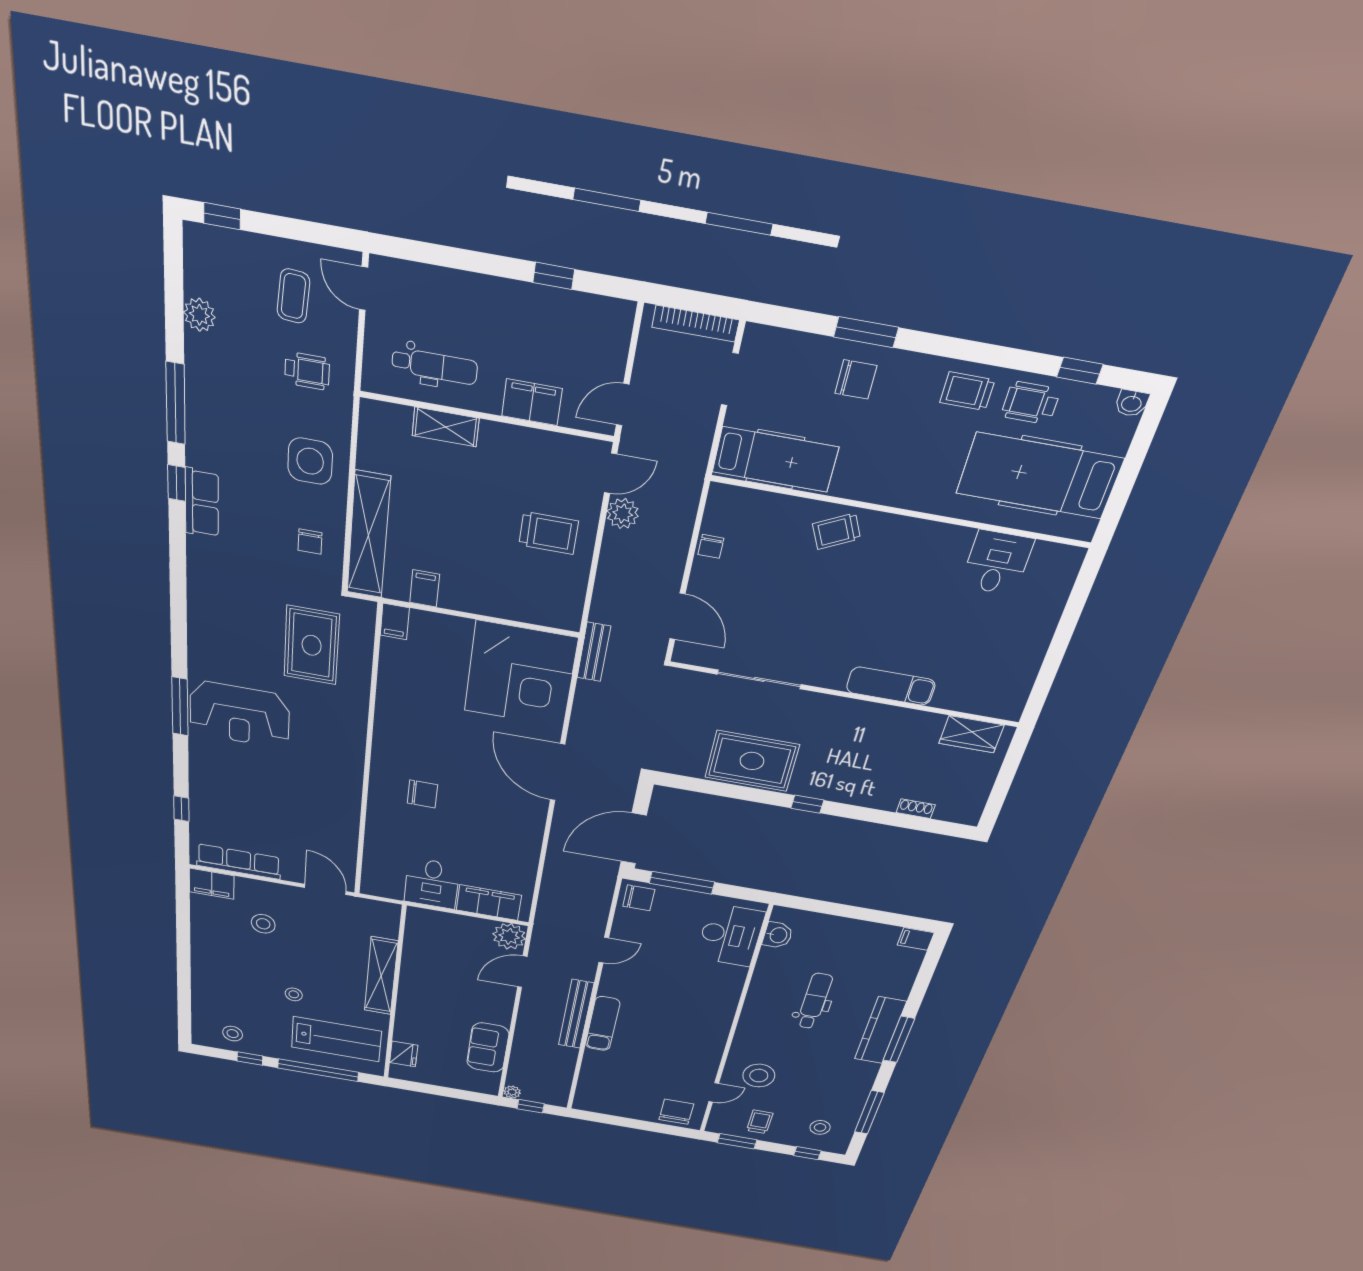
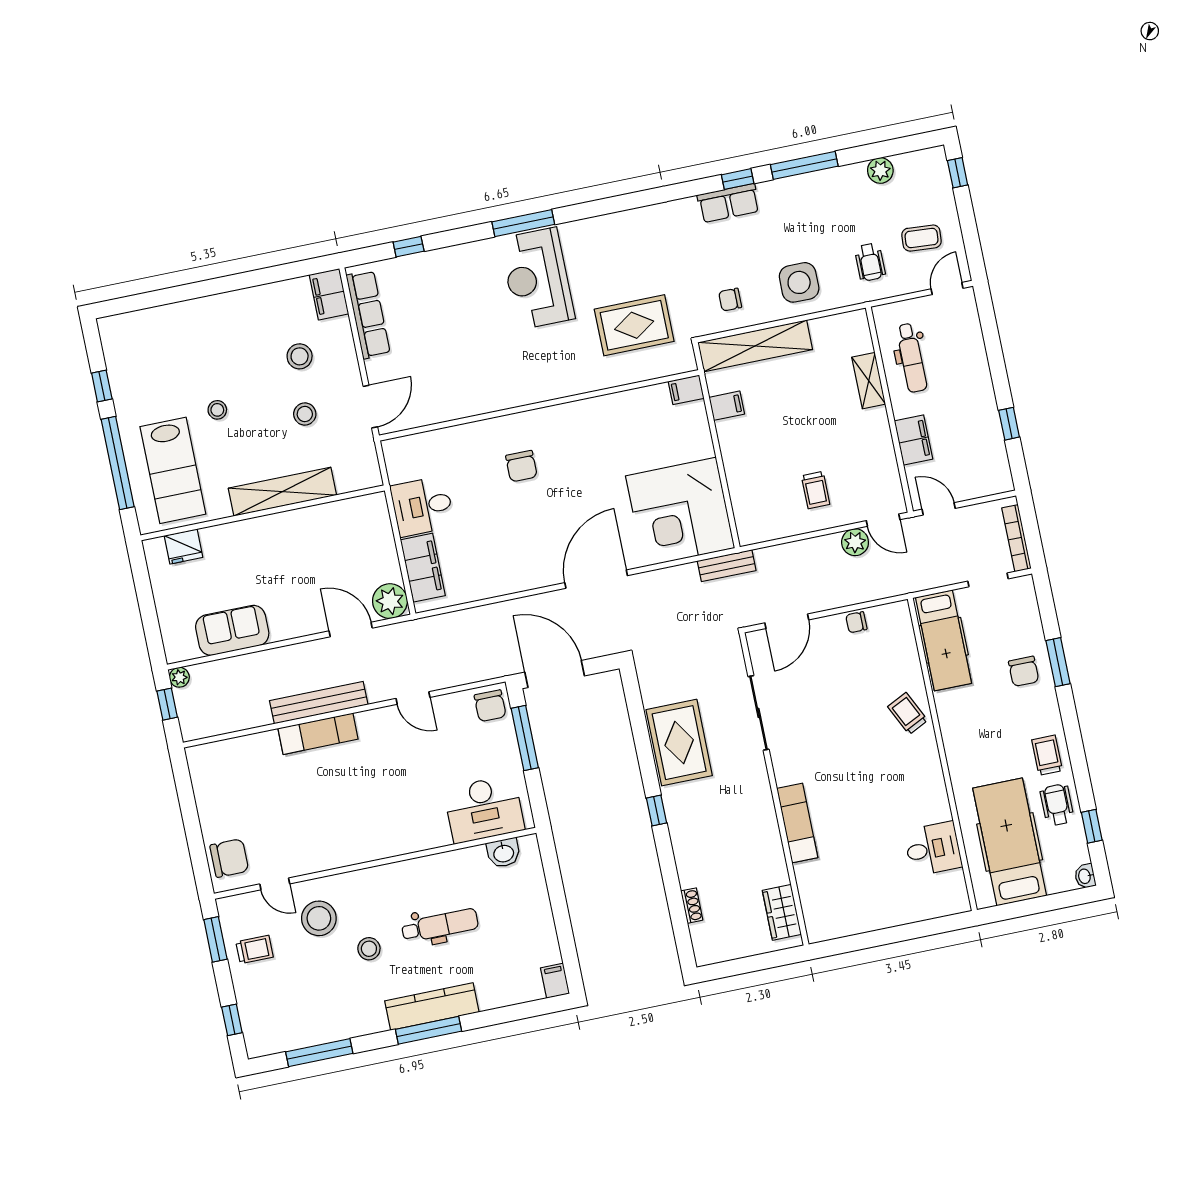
trolley: (549, 533) -> (816, 490), width x0.73, depth x0.72
stool: (233, 1034) -> (305, 414), moved
stool: (820, 1127) -> (369, 949), moved

